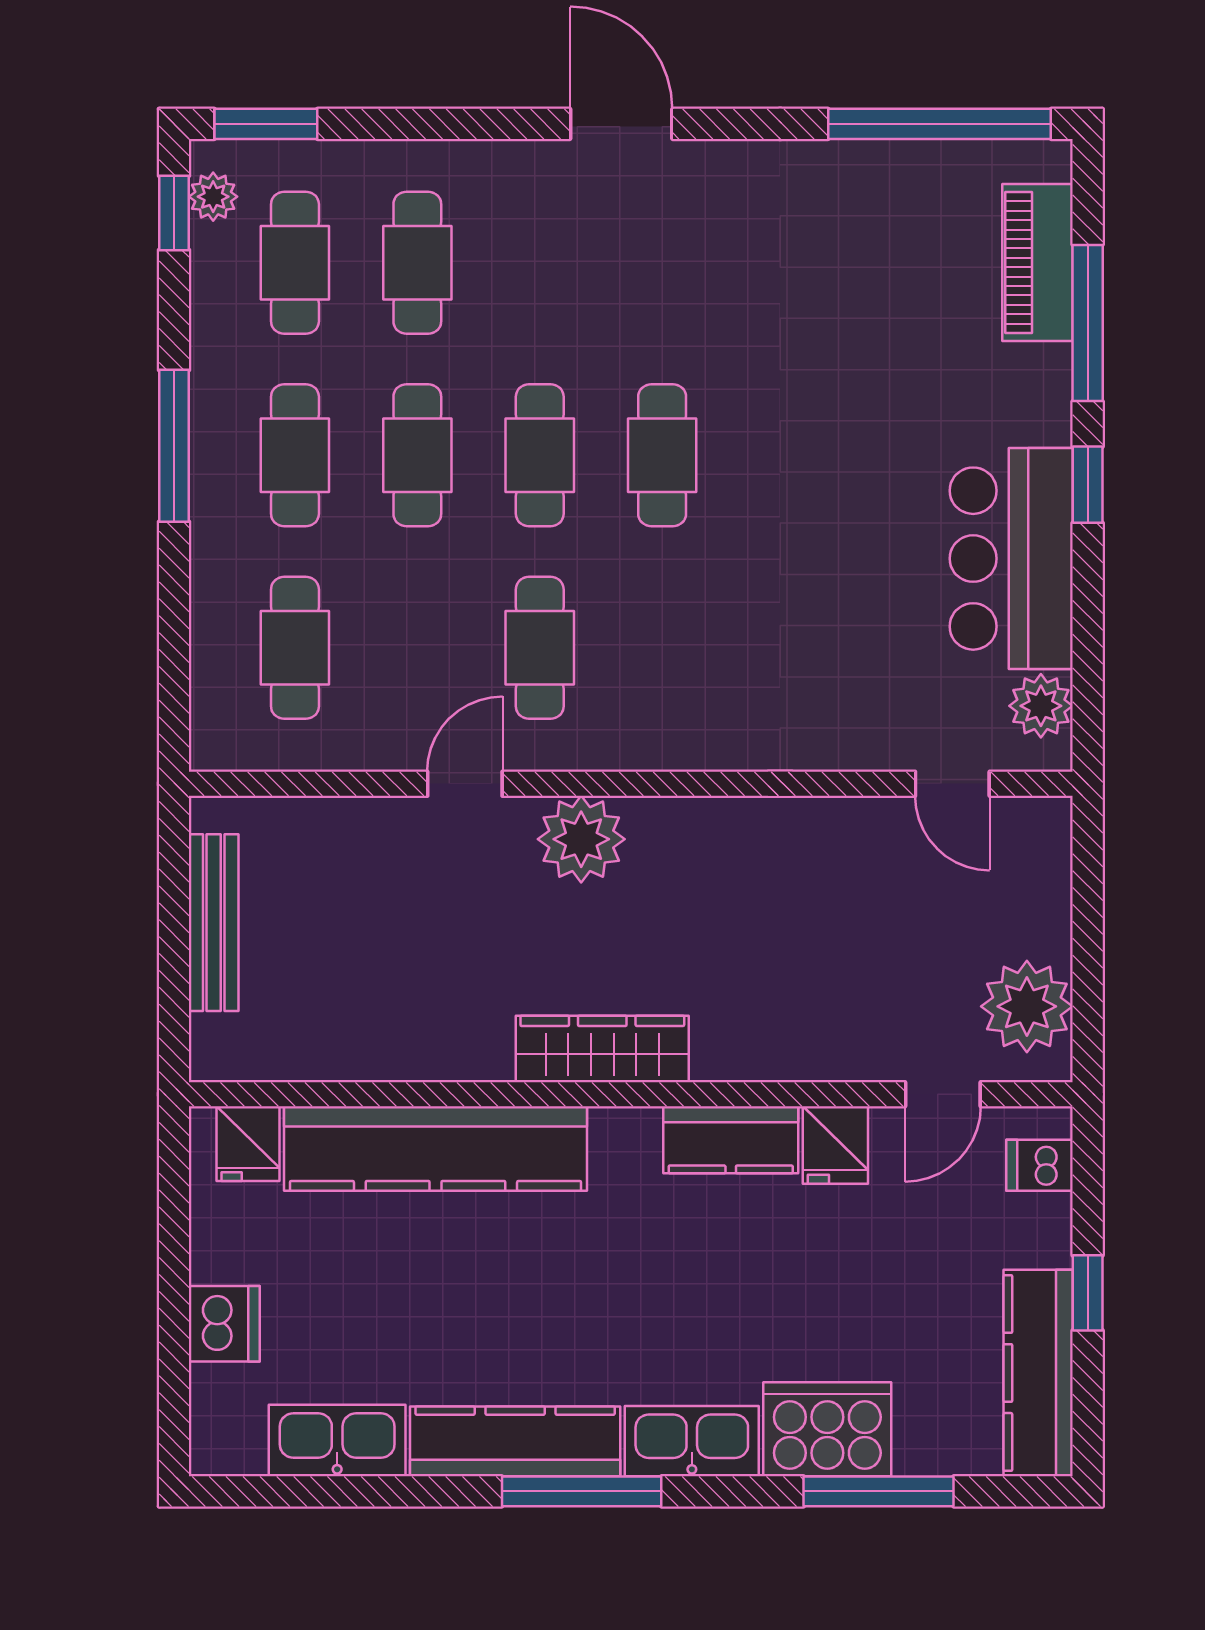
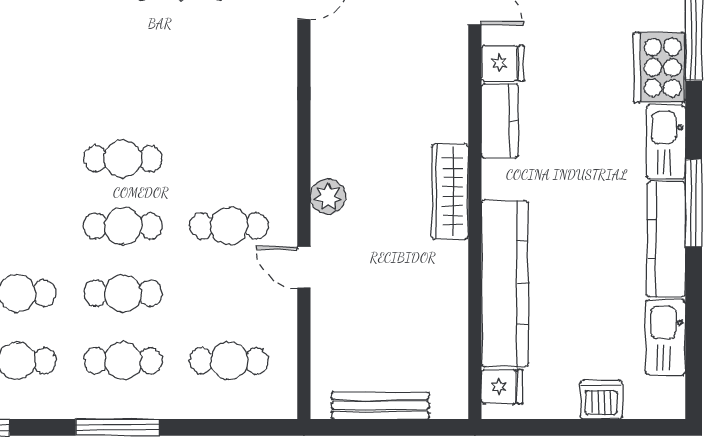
plant: (581, 839) -> (328, 197), width x0.73, depth x0.73

